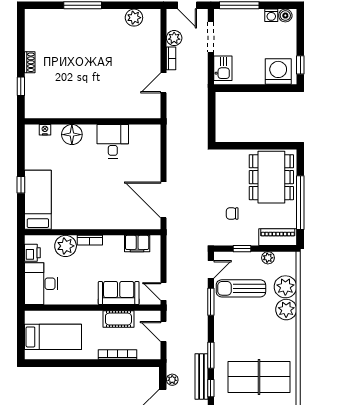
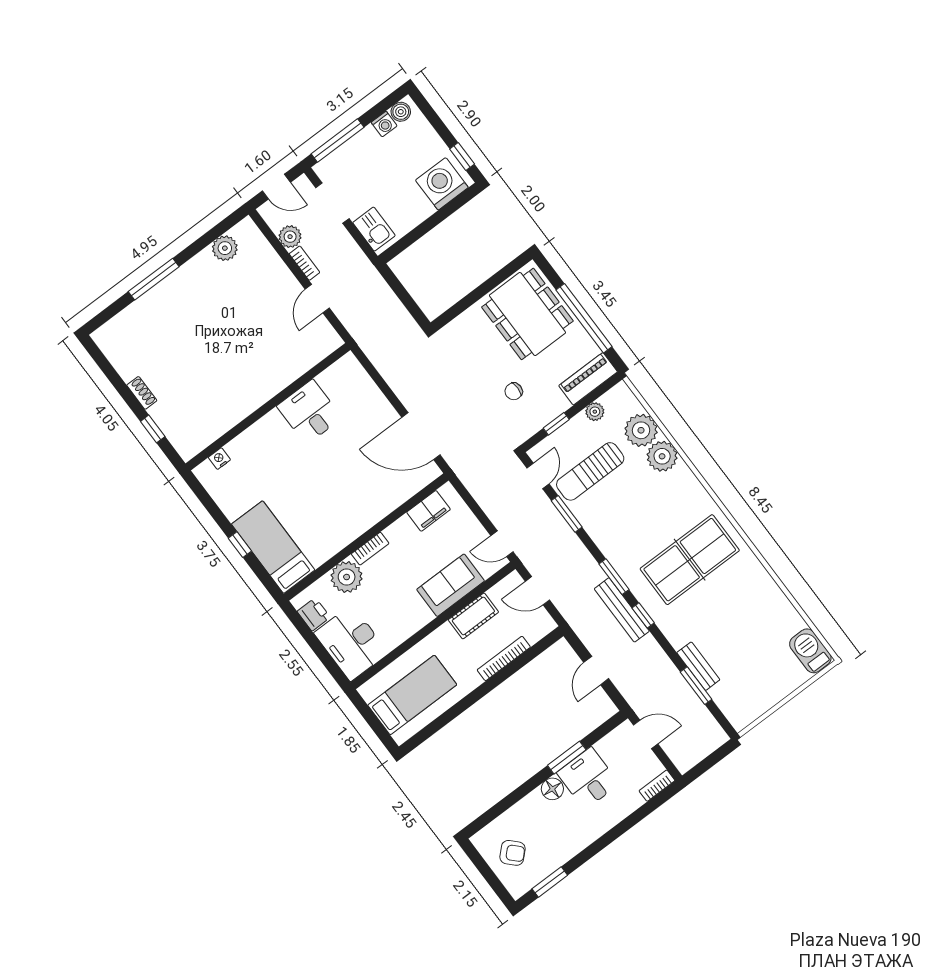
floor lamp: (72, 135) -> (255, 440), removed
plant: (172, 380) -> (590, 640), removed

